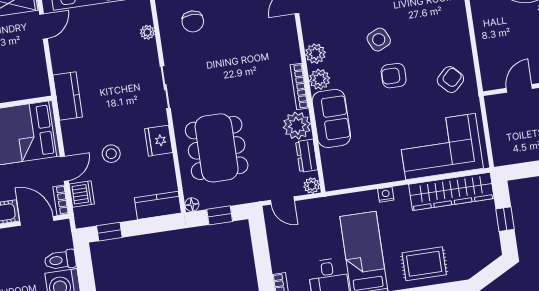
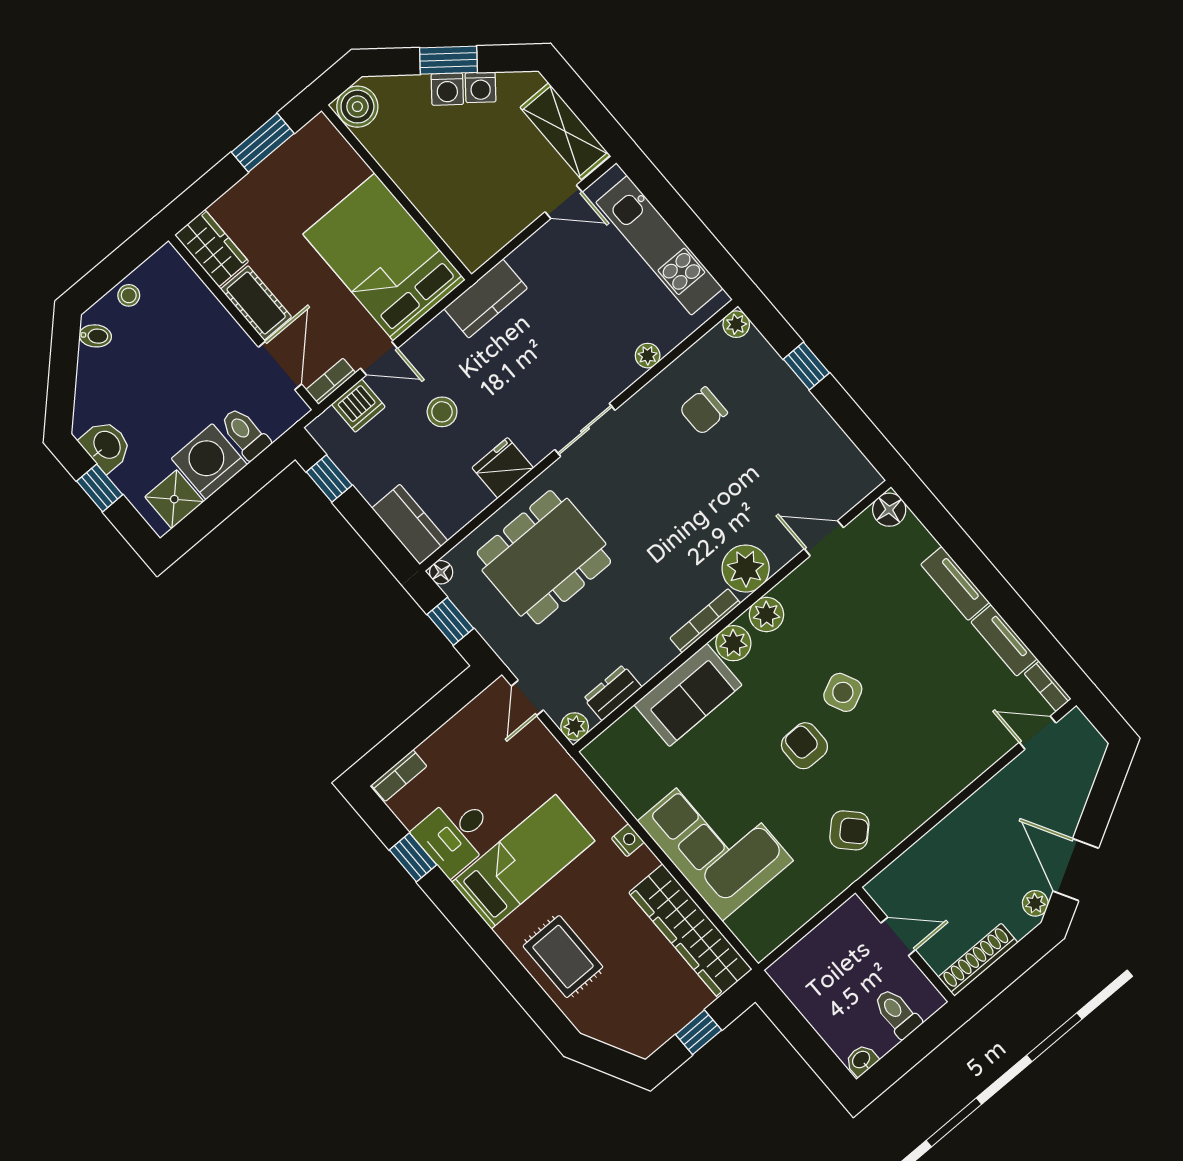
plant: (297, 126) -> (746, 569), moved
corner sofa: (441, 147) -> (715, 841), moved

